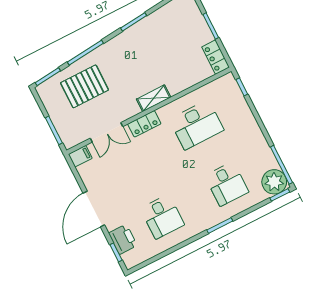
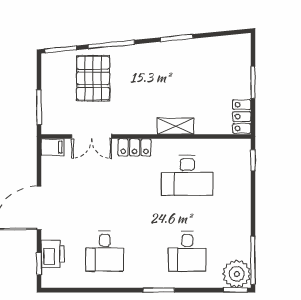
pallet: (85, 86) -> (93, 78), turned 90
shelving: (154, 98) -> (175, 126), moved

